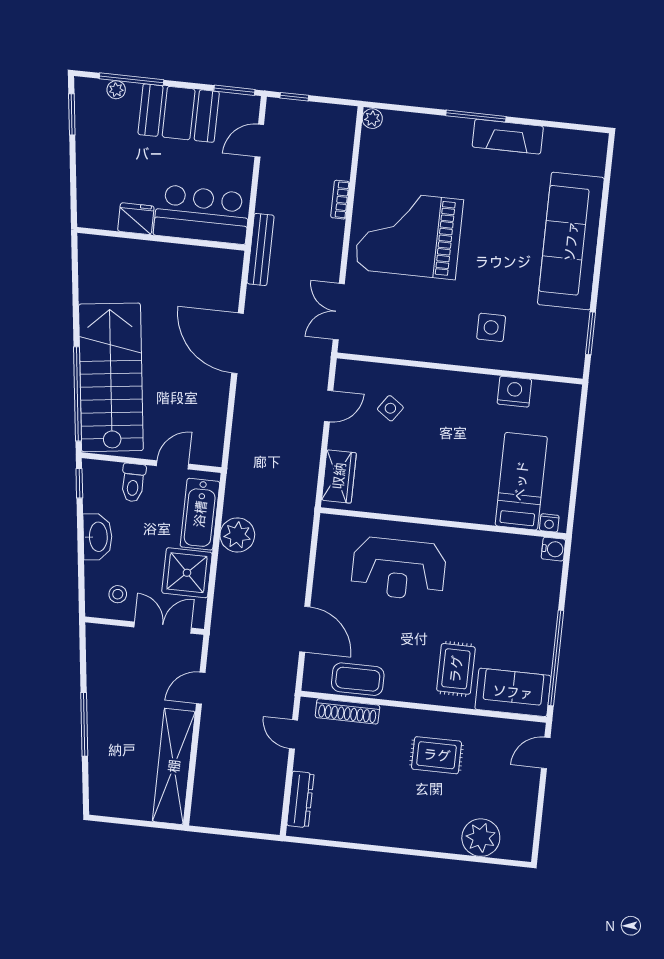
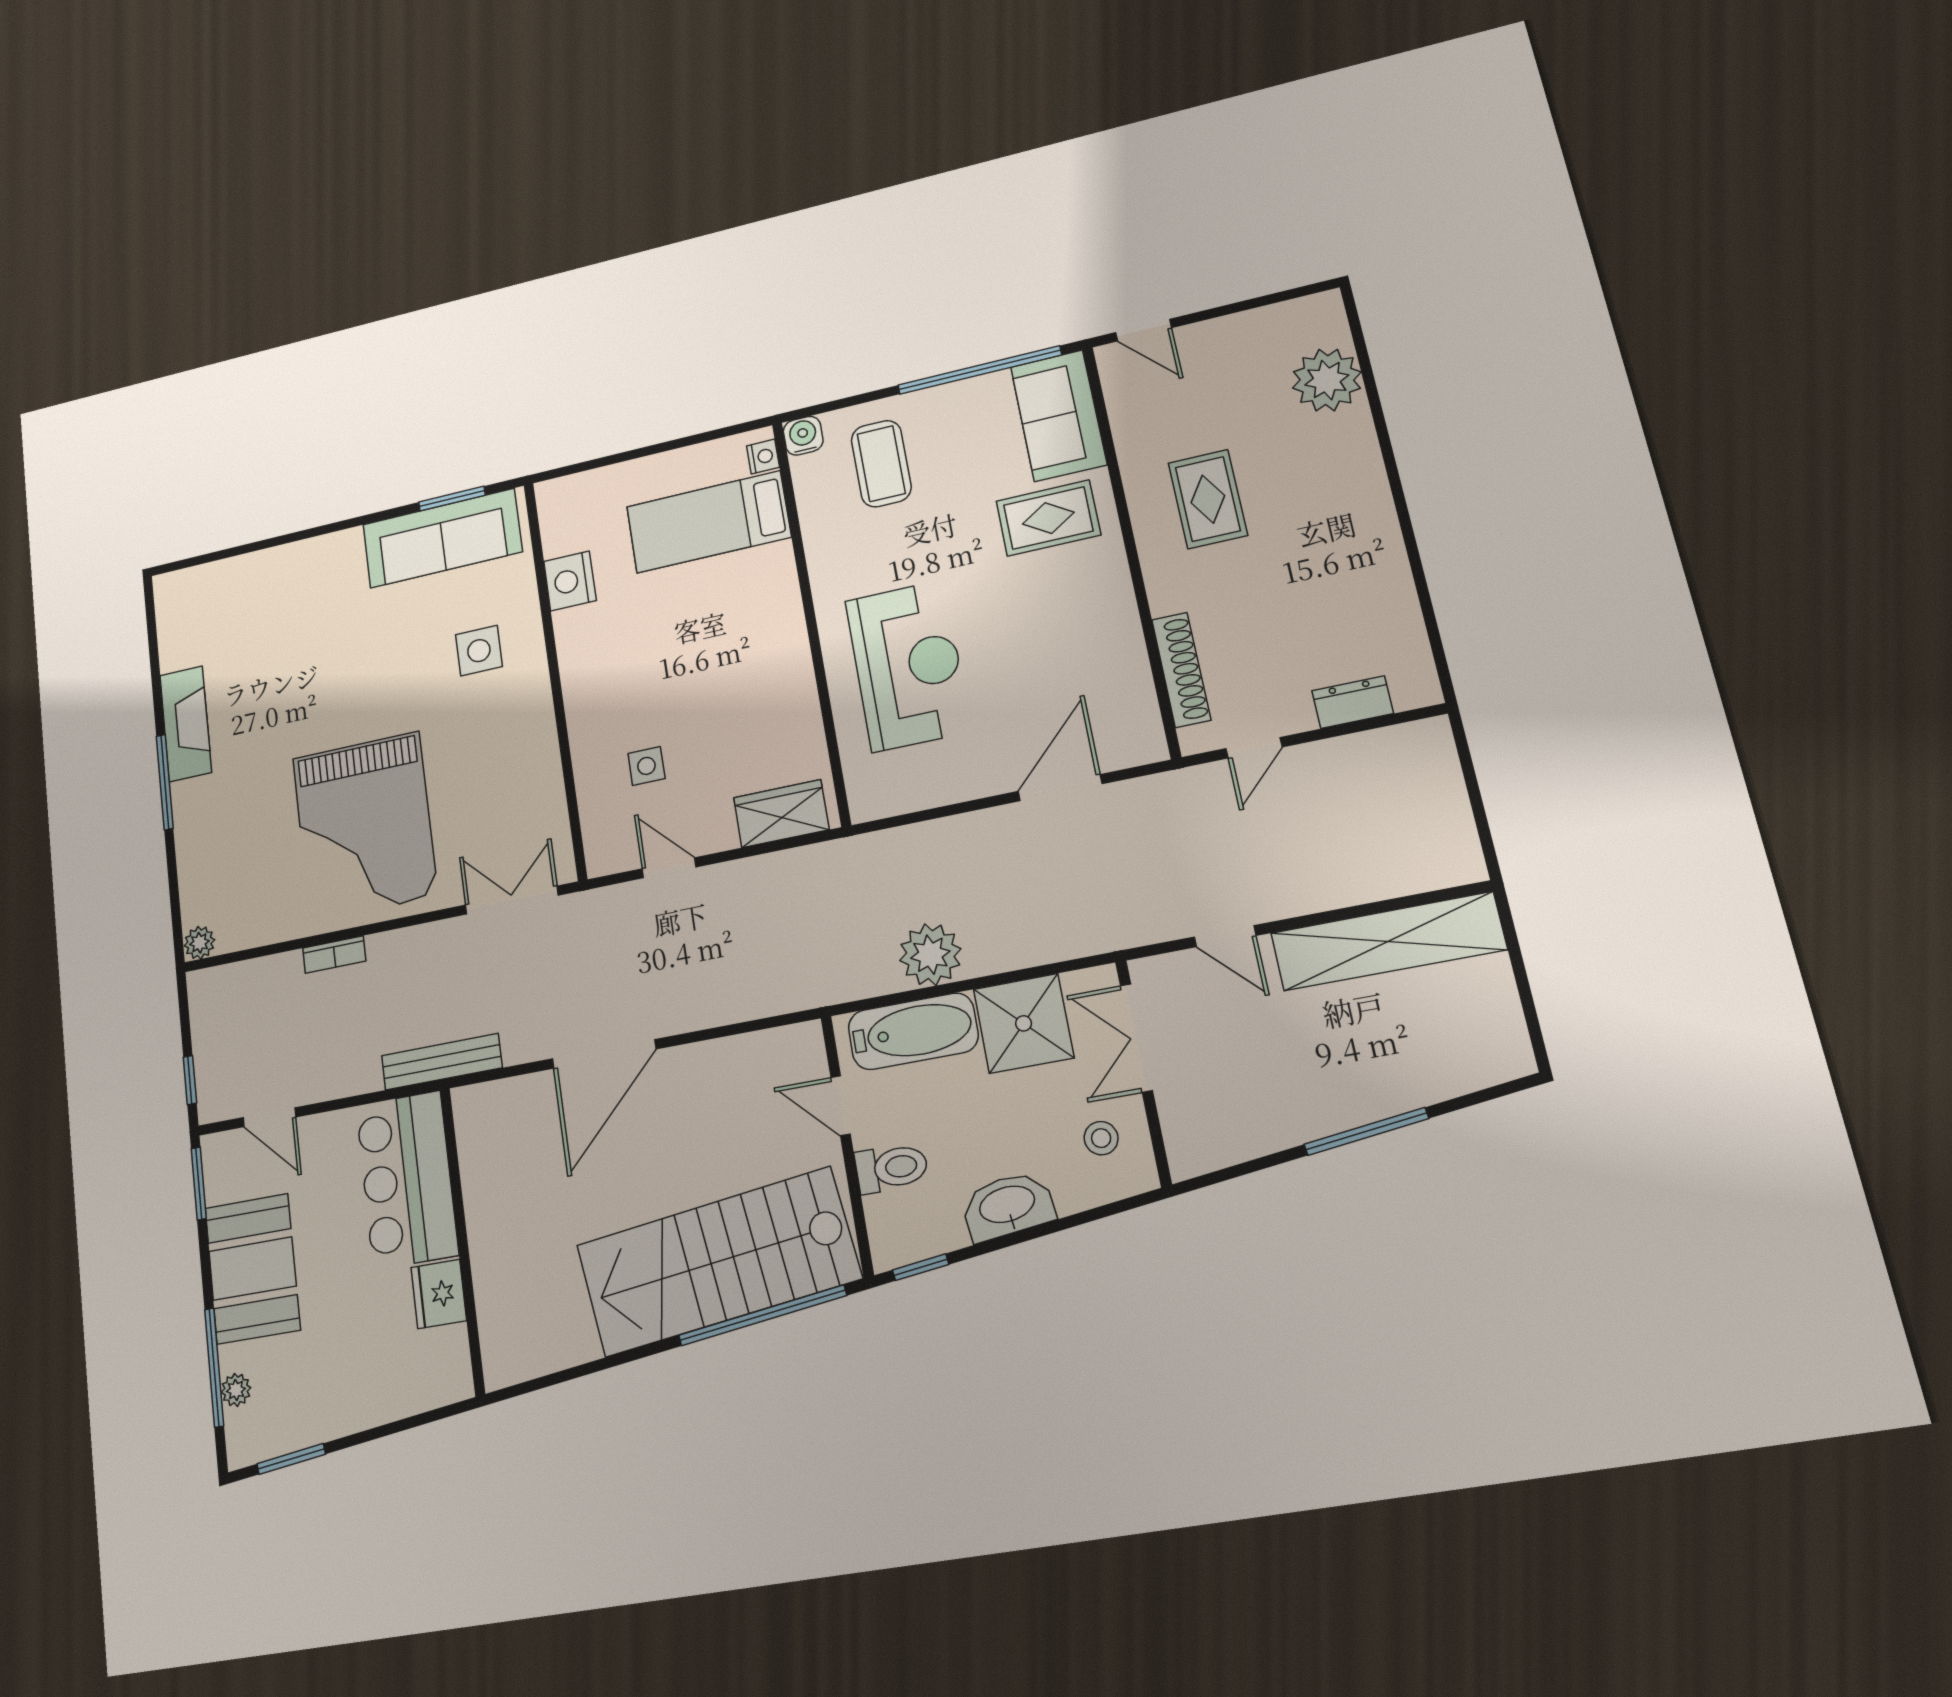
sofa: (571, 241) -> (442, 538), moved, width x0.74, depth x0.79
double door: (339, 312) -> (512, 900), swing flipped
side table: (390, 408) -> (646, 766), turned -35
coffee table: (358, 679) -> (881, 464), moved
dresser: (300, 799) -> (1353, 702), width x0.70

